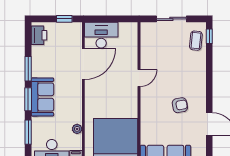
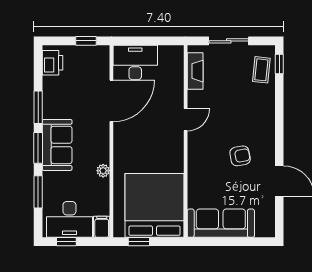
fireplace: (146, 41) -> (195, 71), added
plant: (77, 129) -> (103, 171), moved

